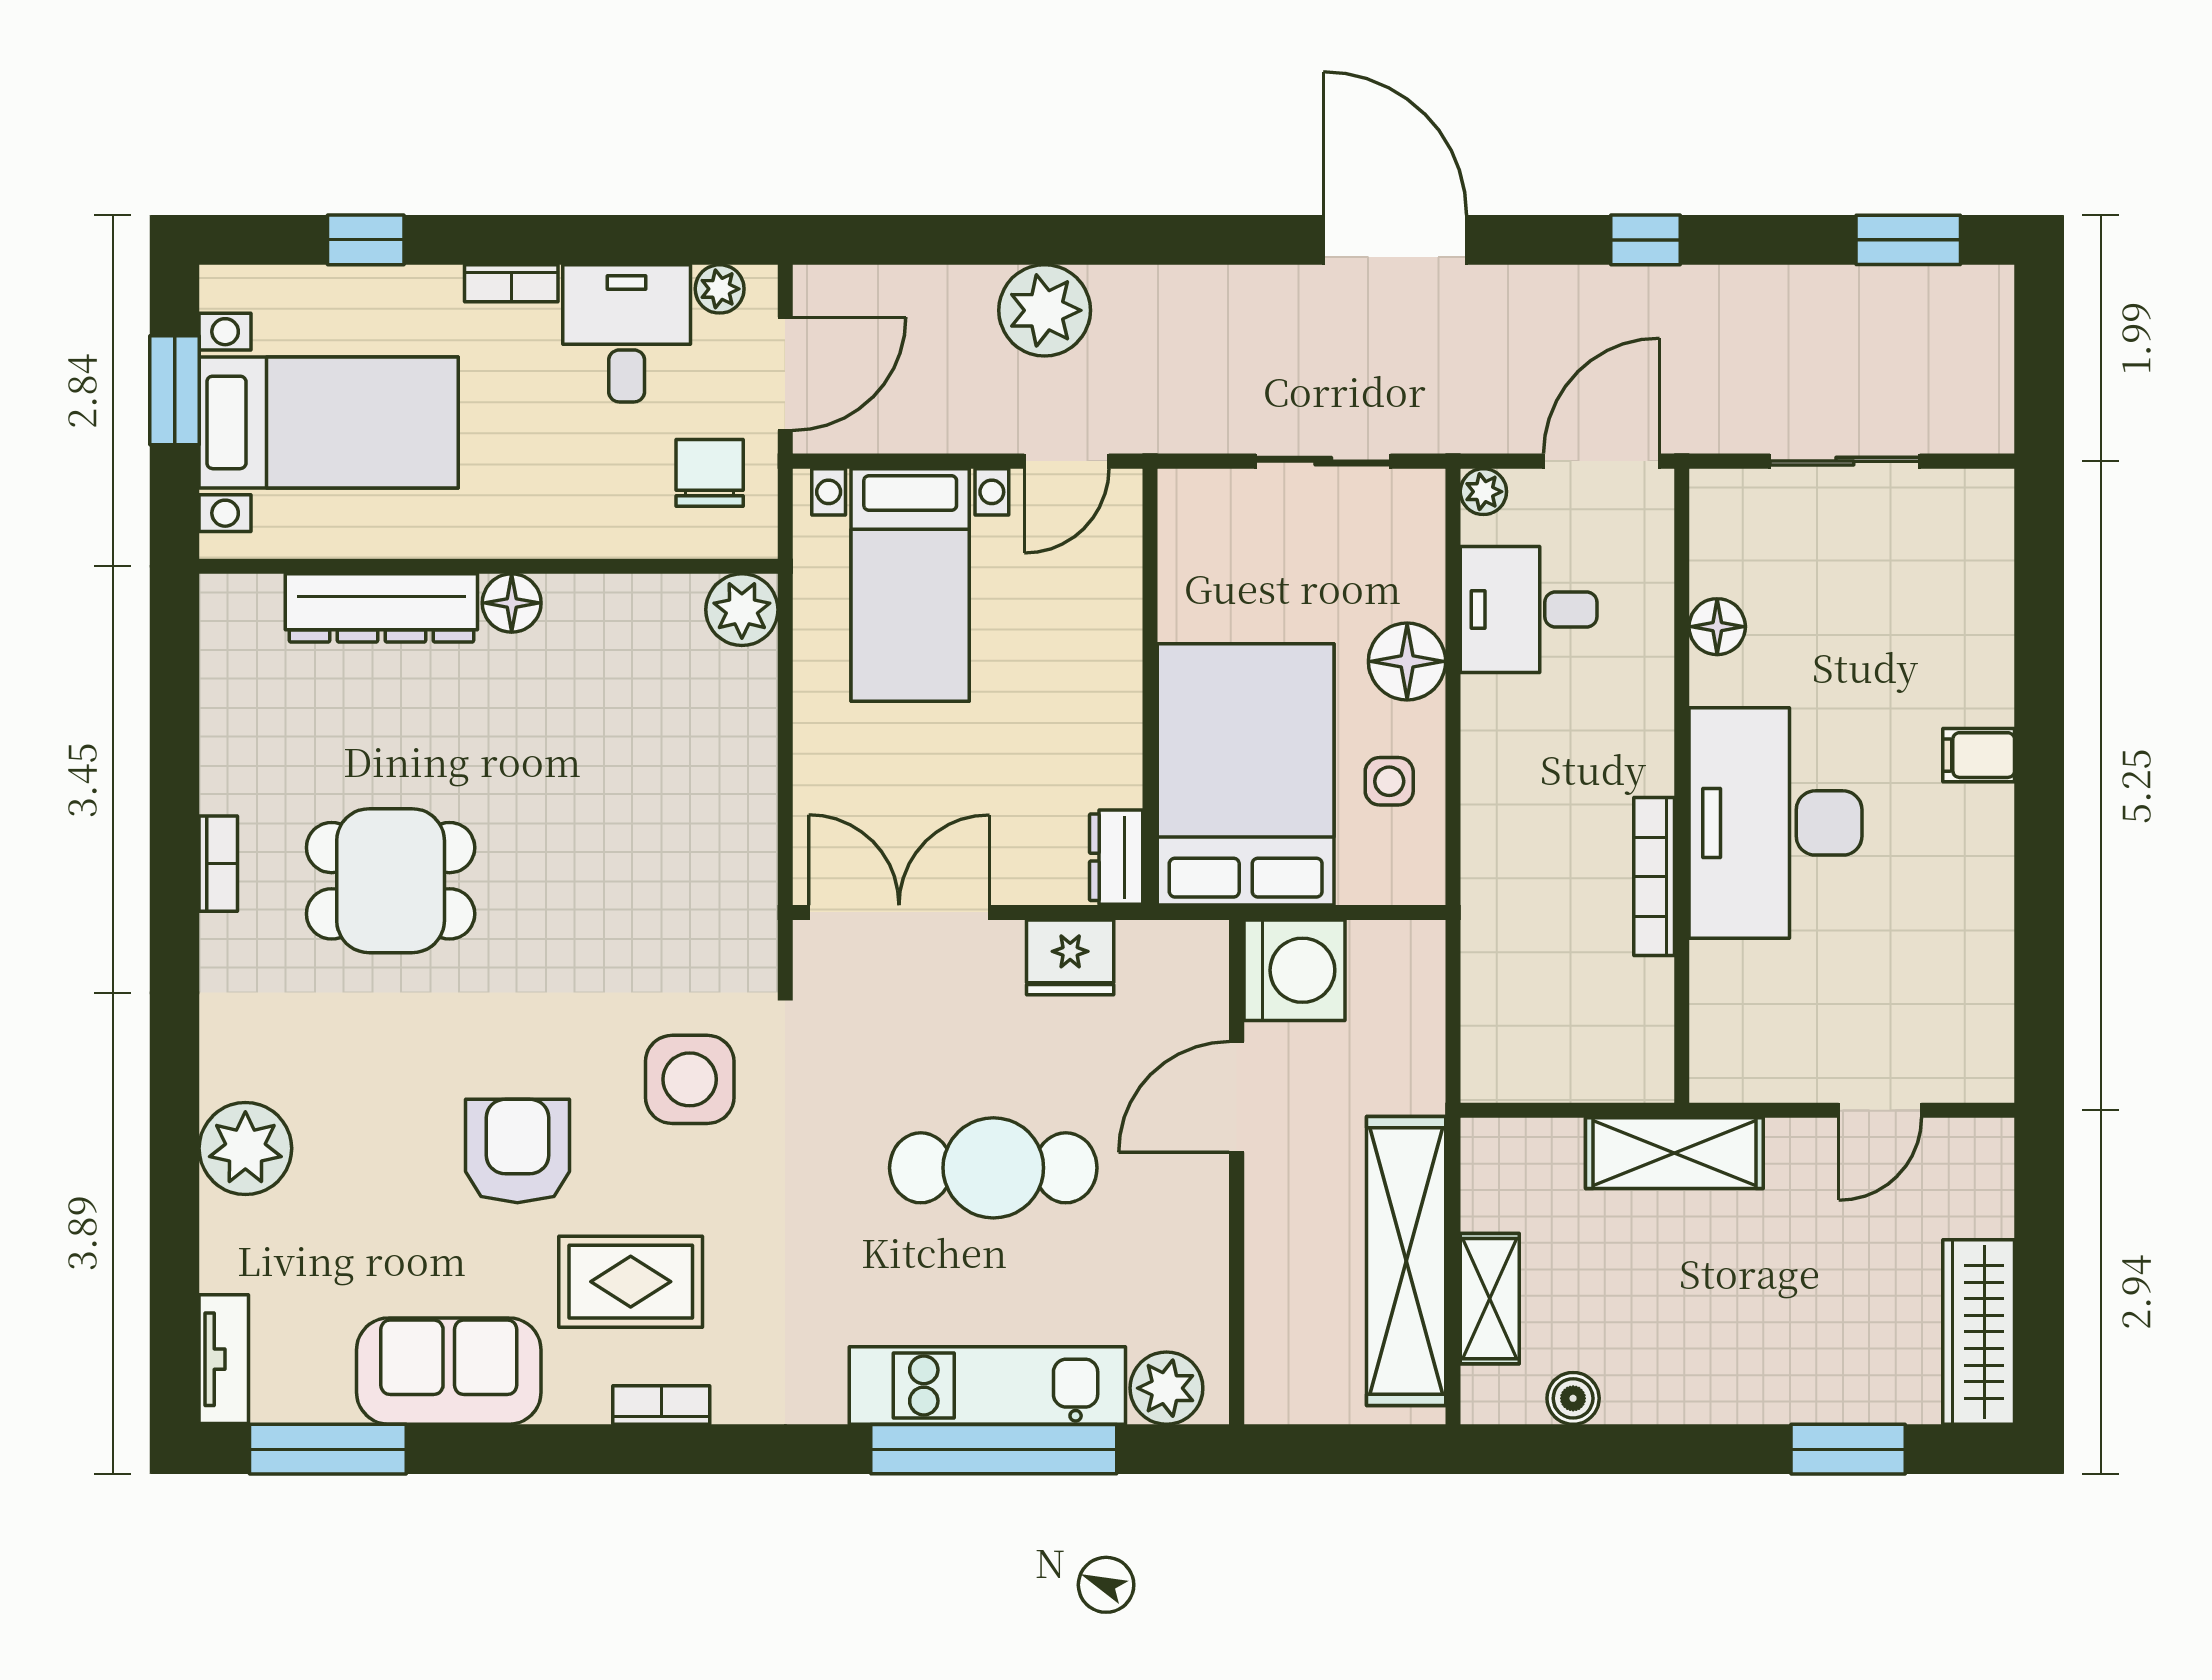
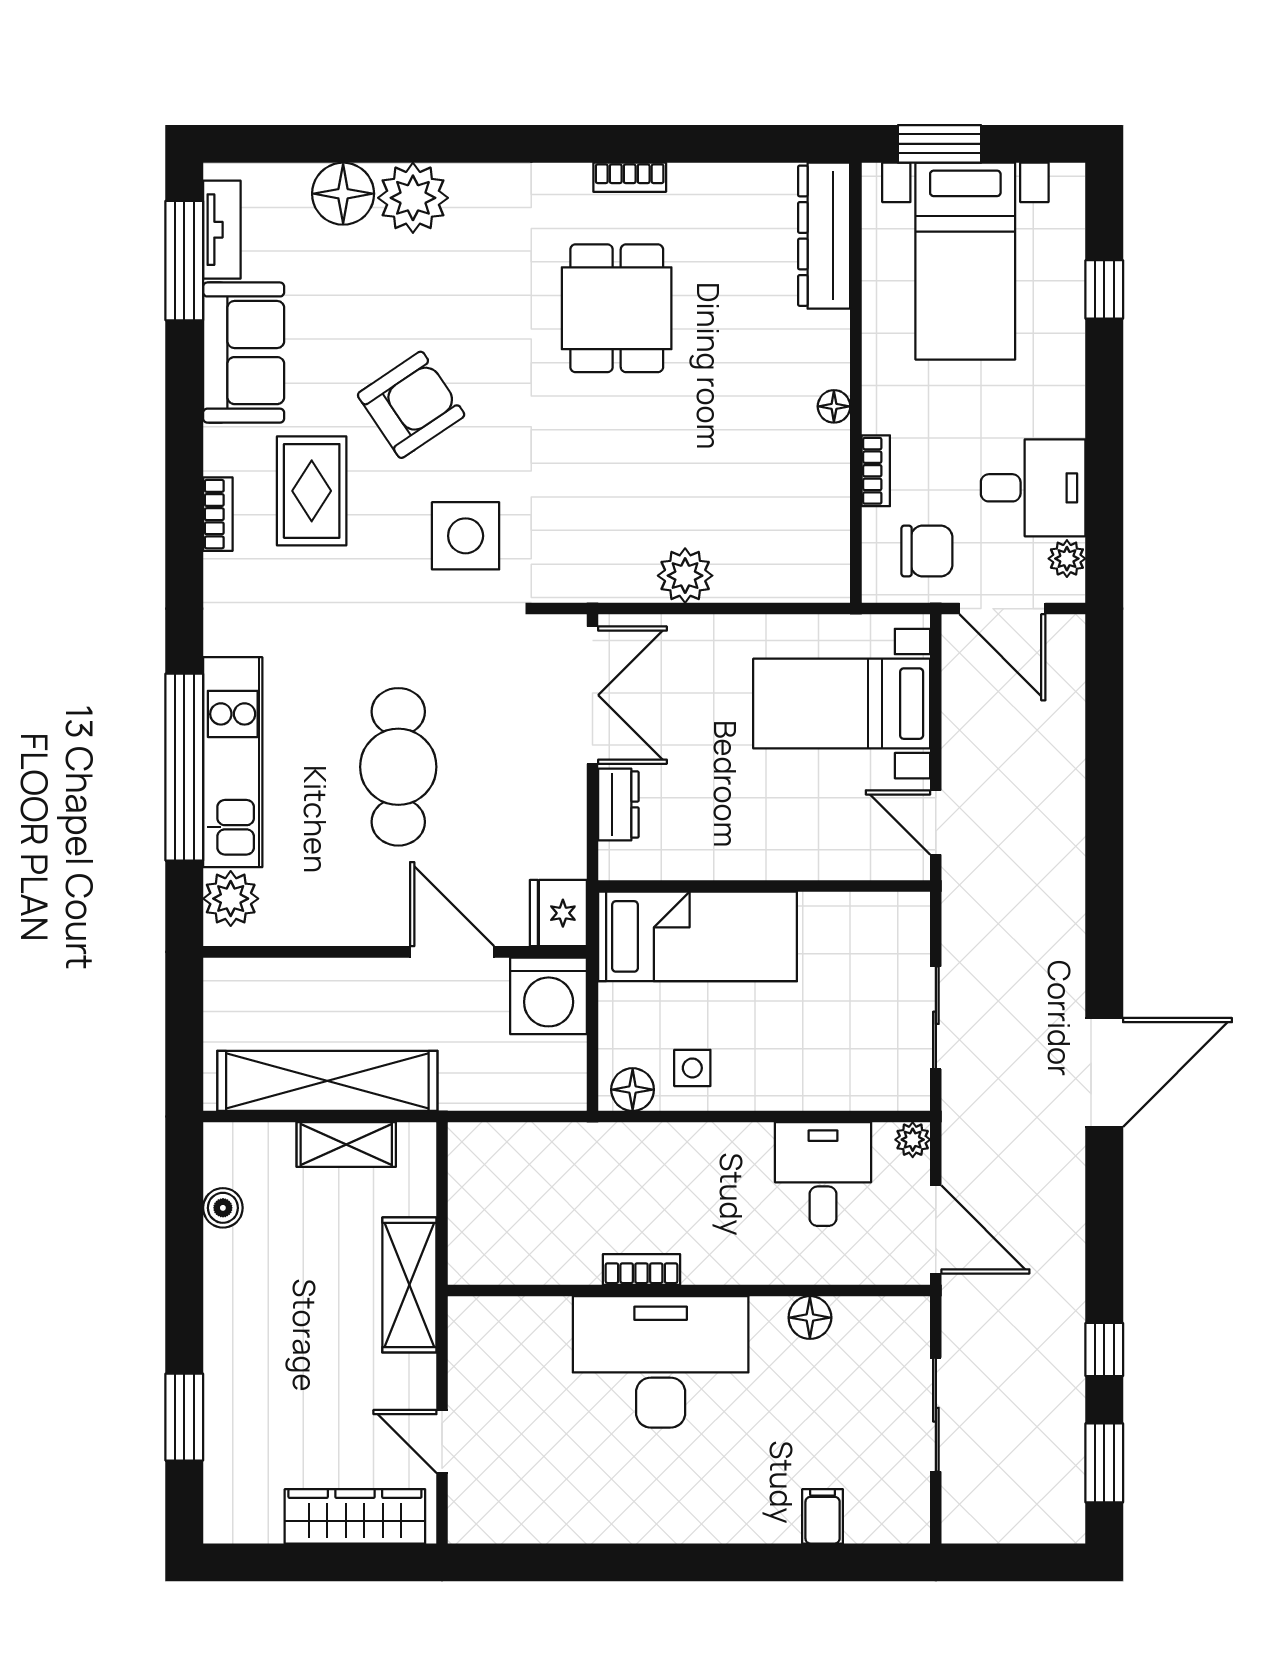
window: (1646, 240) -> (1104, 1349), moved
bookcase: (511, 283) -> (876, 471), moved, turned 180
plant: (1045, 310) -> (1051, 806), removed
window: (175, 390) -> (940, 144), moved
floor lamp: (512, 603) -> (834, 406), width x0.73, depth x0.73
dresser: (381, 608) -> (824, 236), moved
plant: (742, 610) -> (685, 576), moved
floor lamp: (1407, 661) -> (633, 1090), moved, width x0.73, depth x0.73
filing cabinet: (1979, 755) -> (823, 1516), moved
bed: (1246, 774) -> (698, 936), width x0.67
dresser: (1116, 857) -> (618, 804), moved, turned 90
bookcase: (1654, 877) -> (641, 1269), width x0.64
fridge: (1070, 957) -> (558, 913), moved
armchair: (517, 1151) -> (411, 405), turned -34
floor lamp: (240, 1240) -> (343, 194), added
shelving: (1490, 1299) -> (346, 1144), moved
wardrobe: (1979, 1332) -> (355, 1516), moved
tv unit: (224, 1359) -> (222, 230), moved, turned -90

